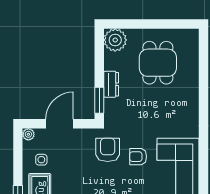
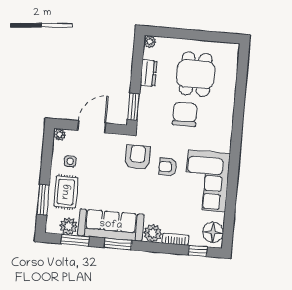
plant: (115, 40) -> (150, 42), width x0.53, depth x0.53
dresser: (111, 84) -> (149, 73), moved
chair: (151, 103) -> (185, 114), added

